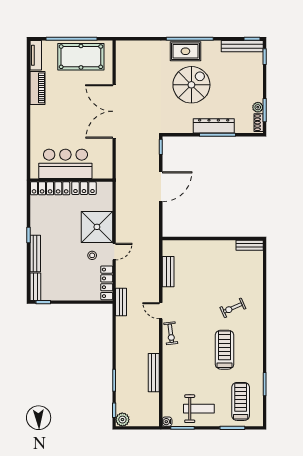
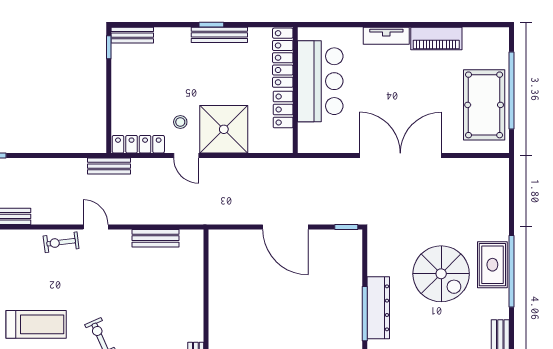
tv unit: (36, 55) -> (386, 36), moved
bench: (35, 254) -> (219, 35), moved
door: (161, 311) -> (96, 227), hinge flipped

